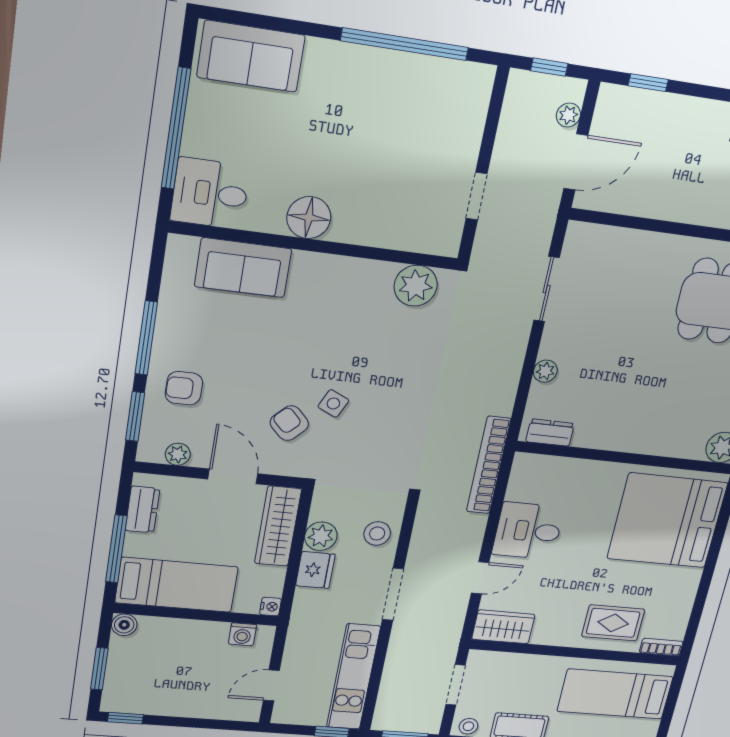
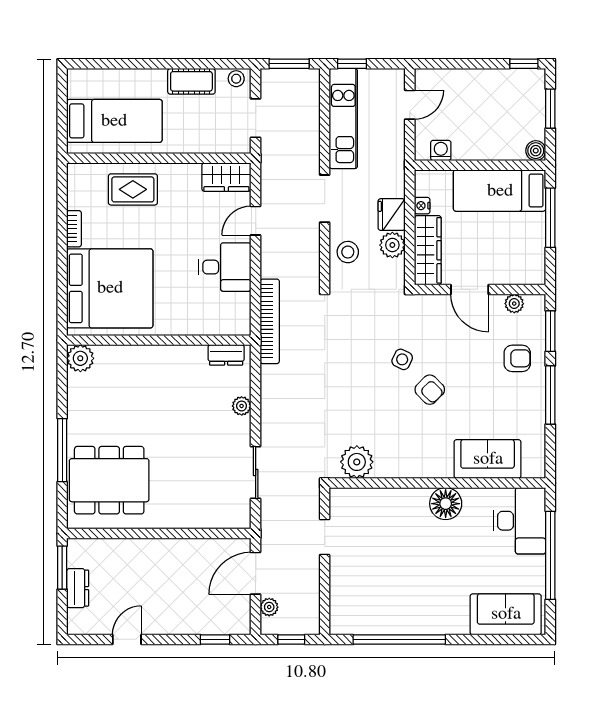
desk: (210, 193) -> (520, 521), width x1.37
armchair: (289, 423) -> (430, 390), moved
dresser: (142, 510) -> (535, 254), removed
nightstand: (271, 607) -> (422, 206), moved
bookcase: (661, 647) -> (74, 229), moved, turned -90

